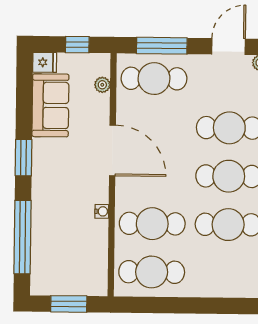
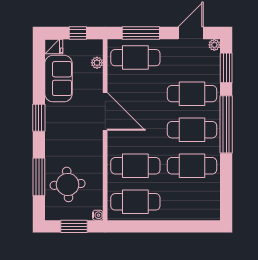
water cooler: (102, 211) -> (98, 215), moved
window: (23, 237) -> (39, 177), width x0.68
round table: (61, 248) -> (68, 184), added

